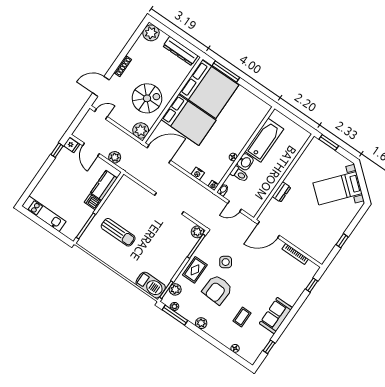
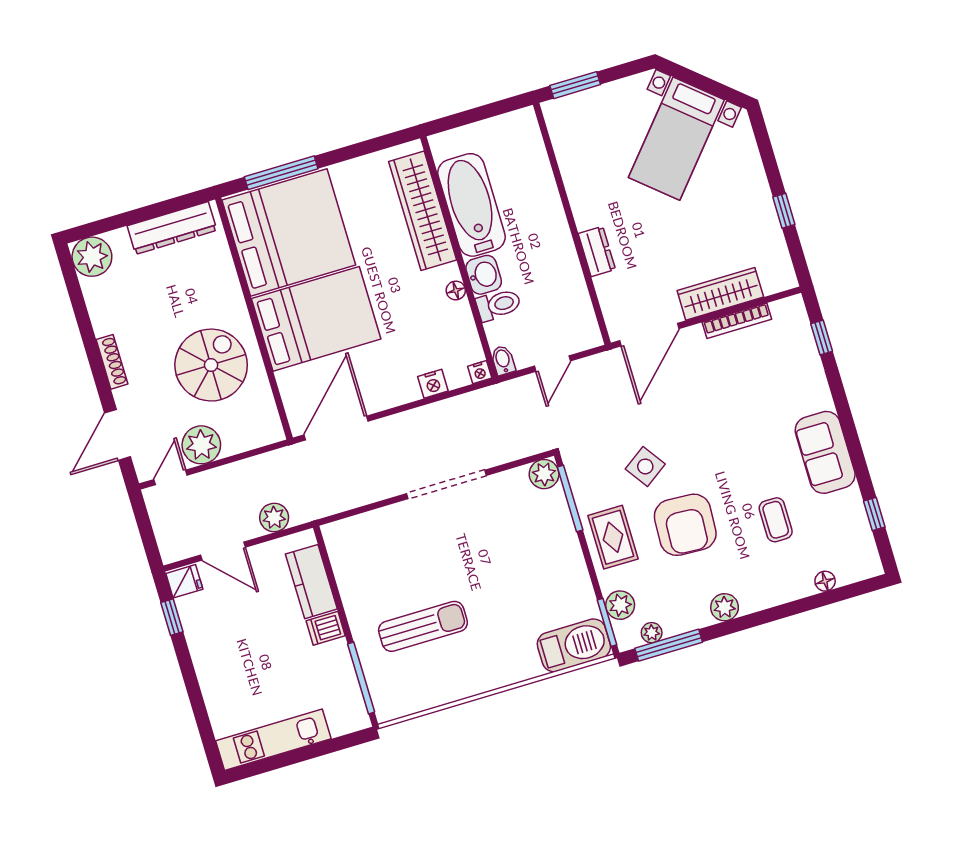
wardrobe: (250, 126) -> (423, 211), added
plant: (141, 130) -> (201, 445), moved
wardrobe: (300, 242) -> (720, 294), added

